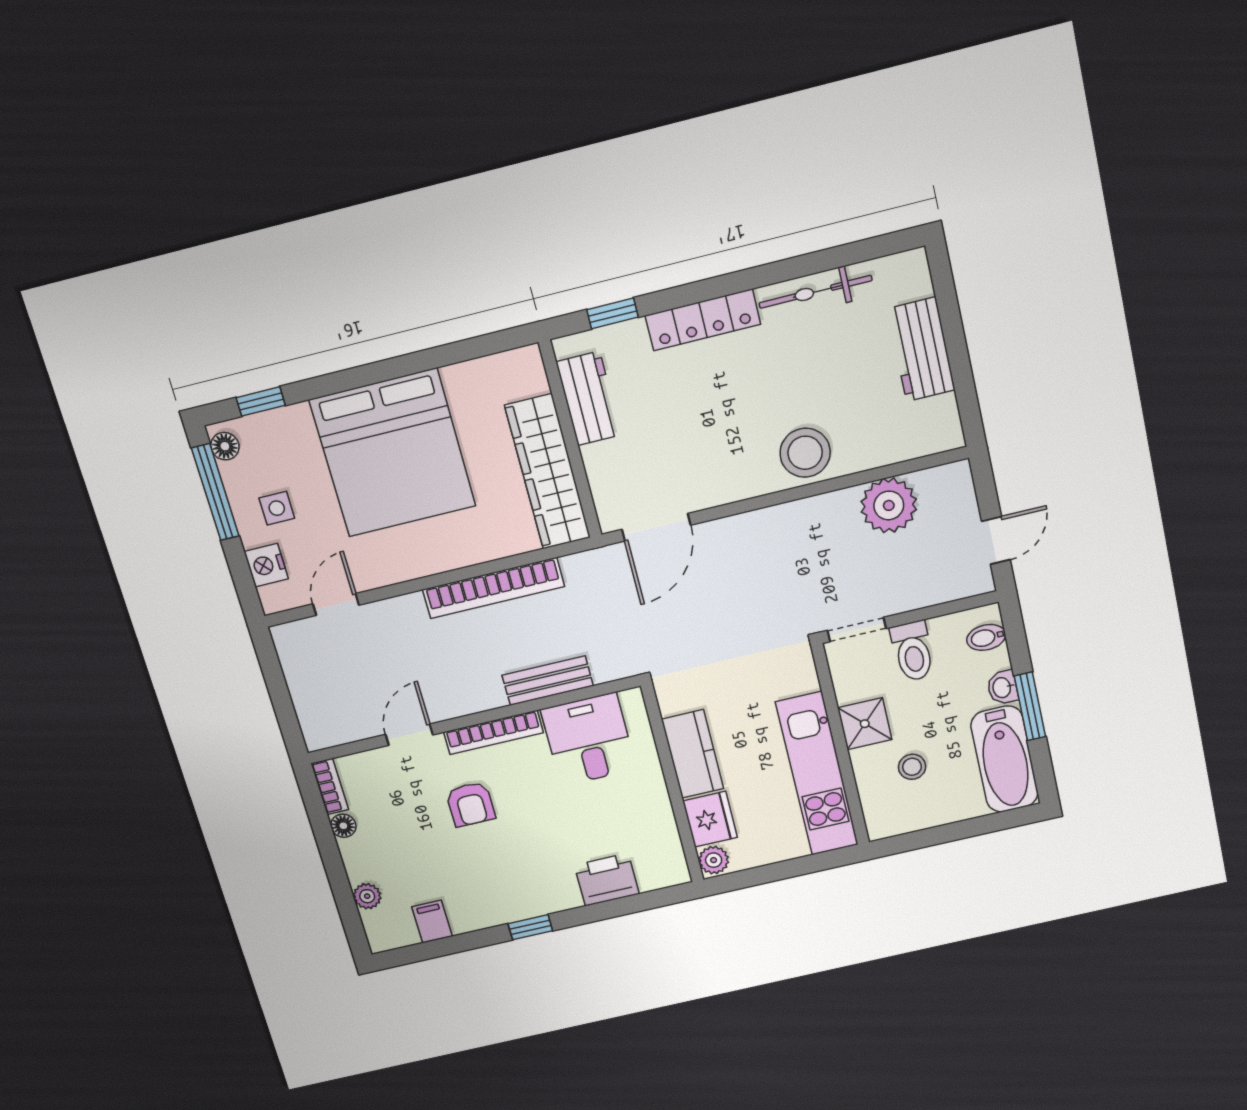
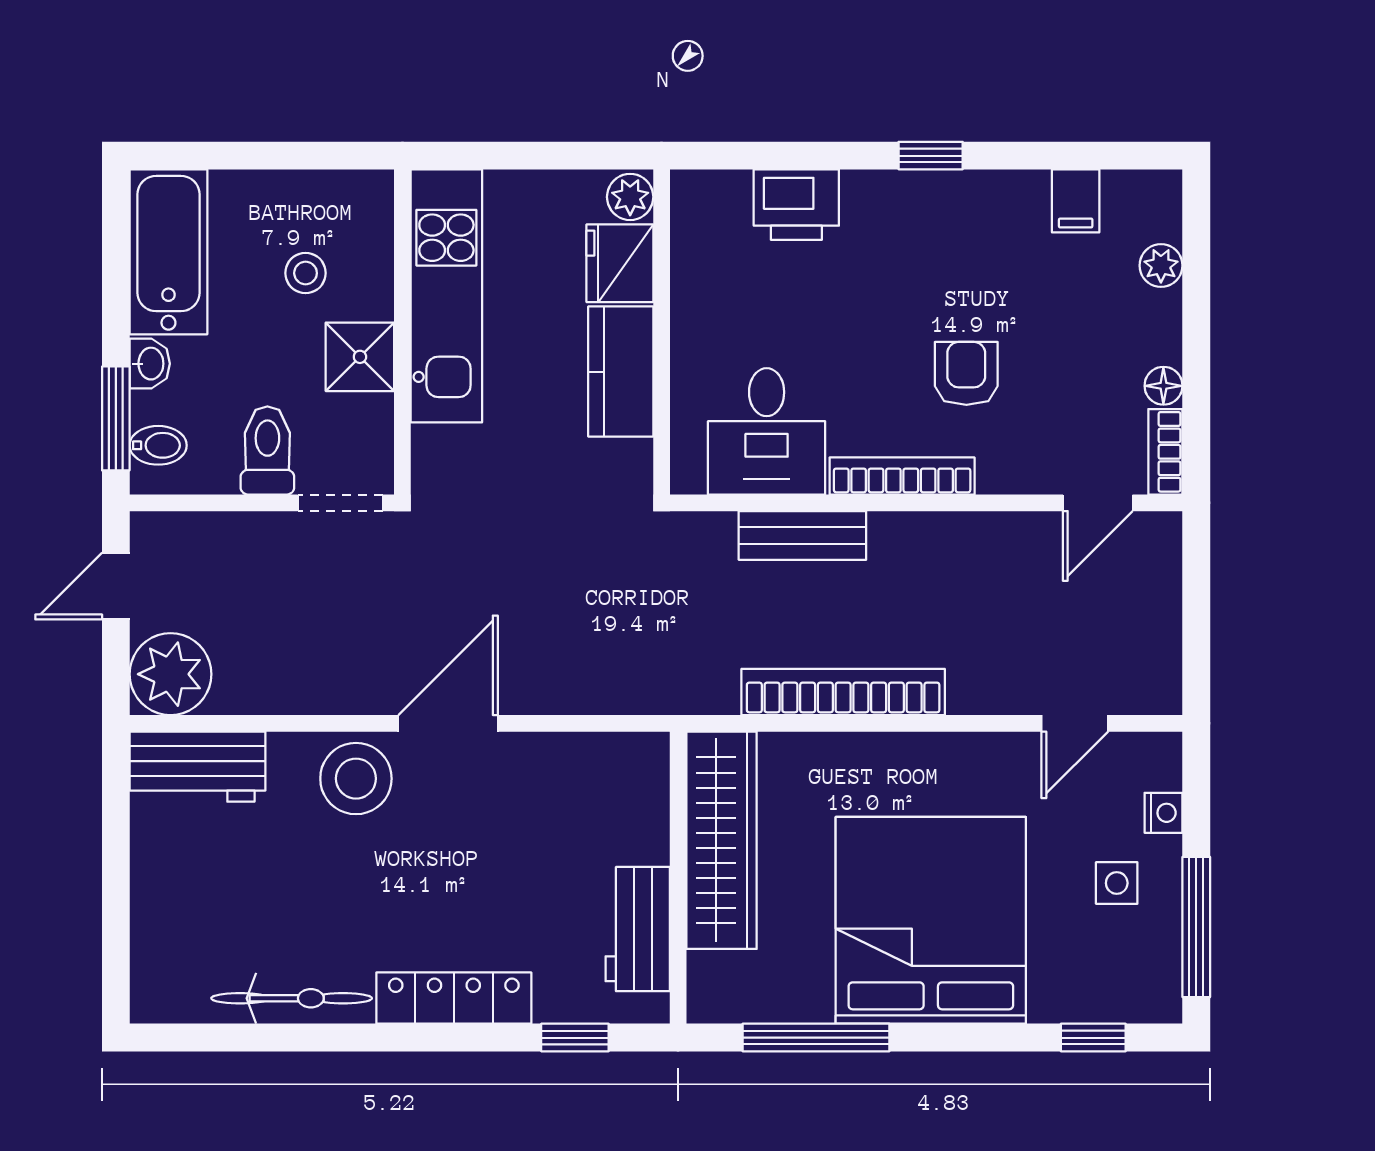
workbench: (921, 349) -> (197, 767), moved, turned 90
window: (448, 355) -> (816, 1038), added
floor lamp: (225, 446) -> (1162, 988), removed
plant: (889, 505) -> (170, 674), moved
door: (656, 527) -> (448, 723), moved
nightstand: (266, 565) -> (1164, 813), width x0.72, depth x0.74
window: (1030, 706) -> (116, 418), moved
door: (409, 735) -> (1098, 503), moved

